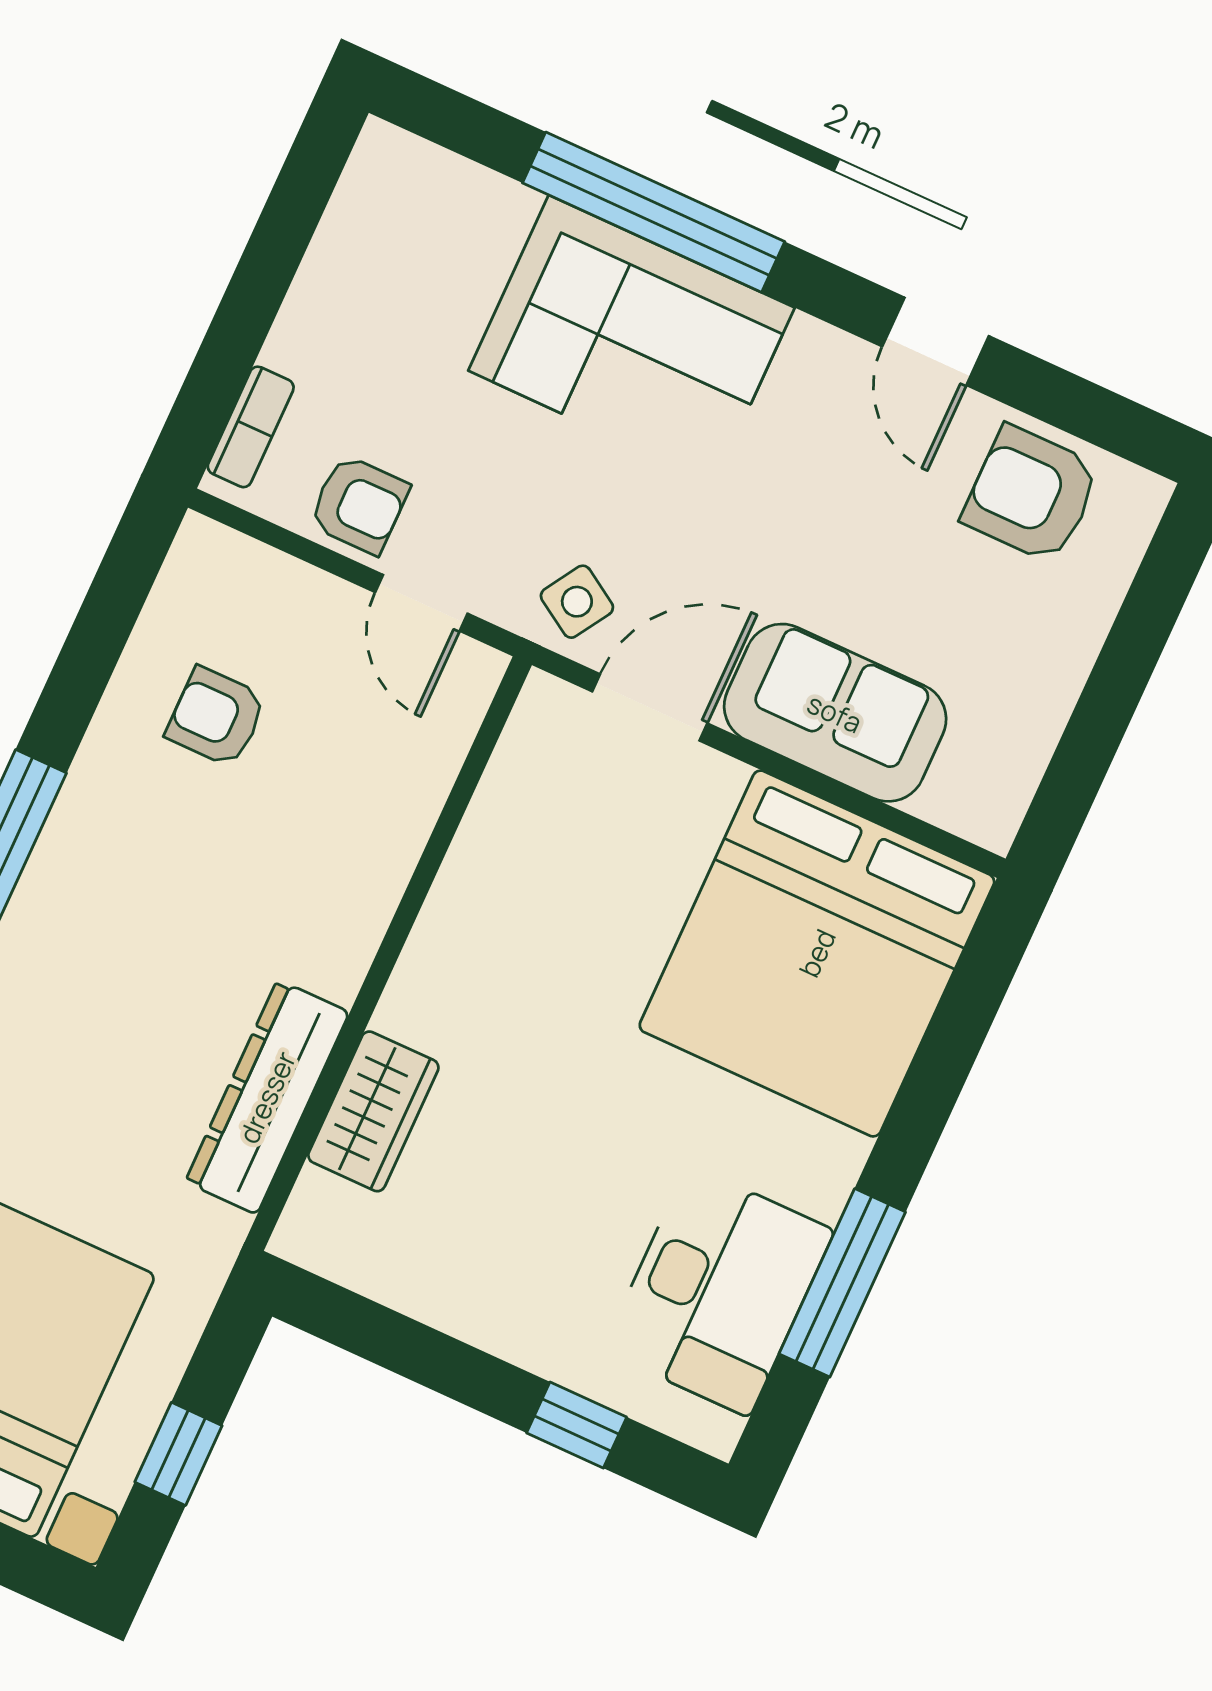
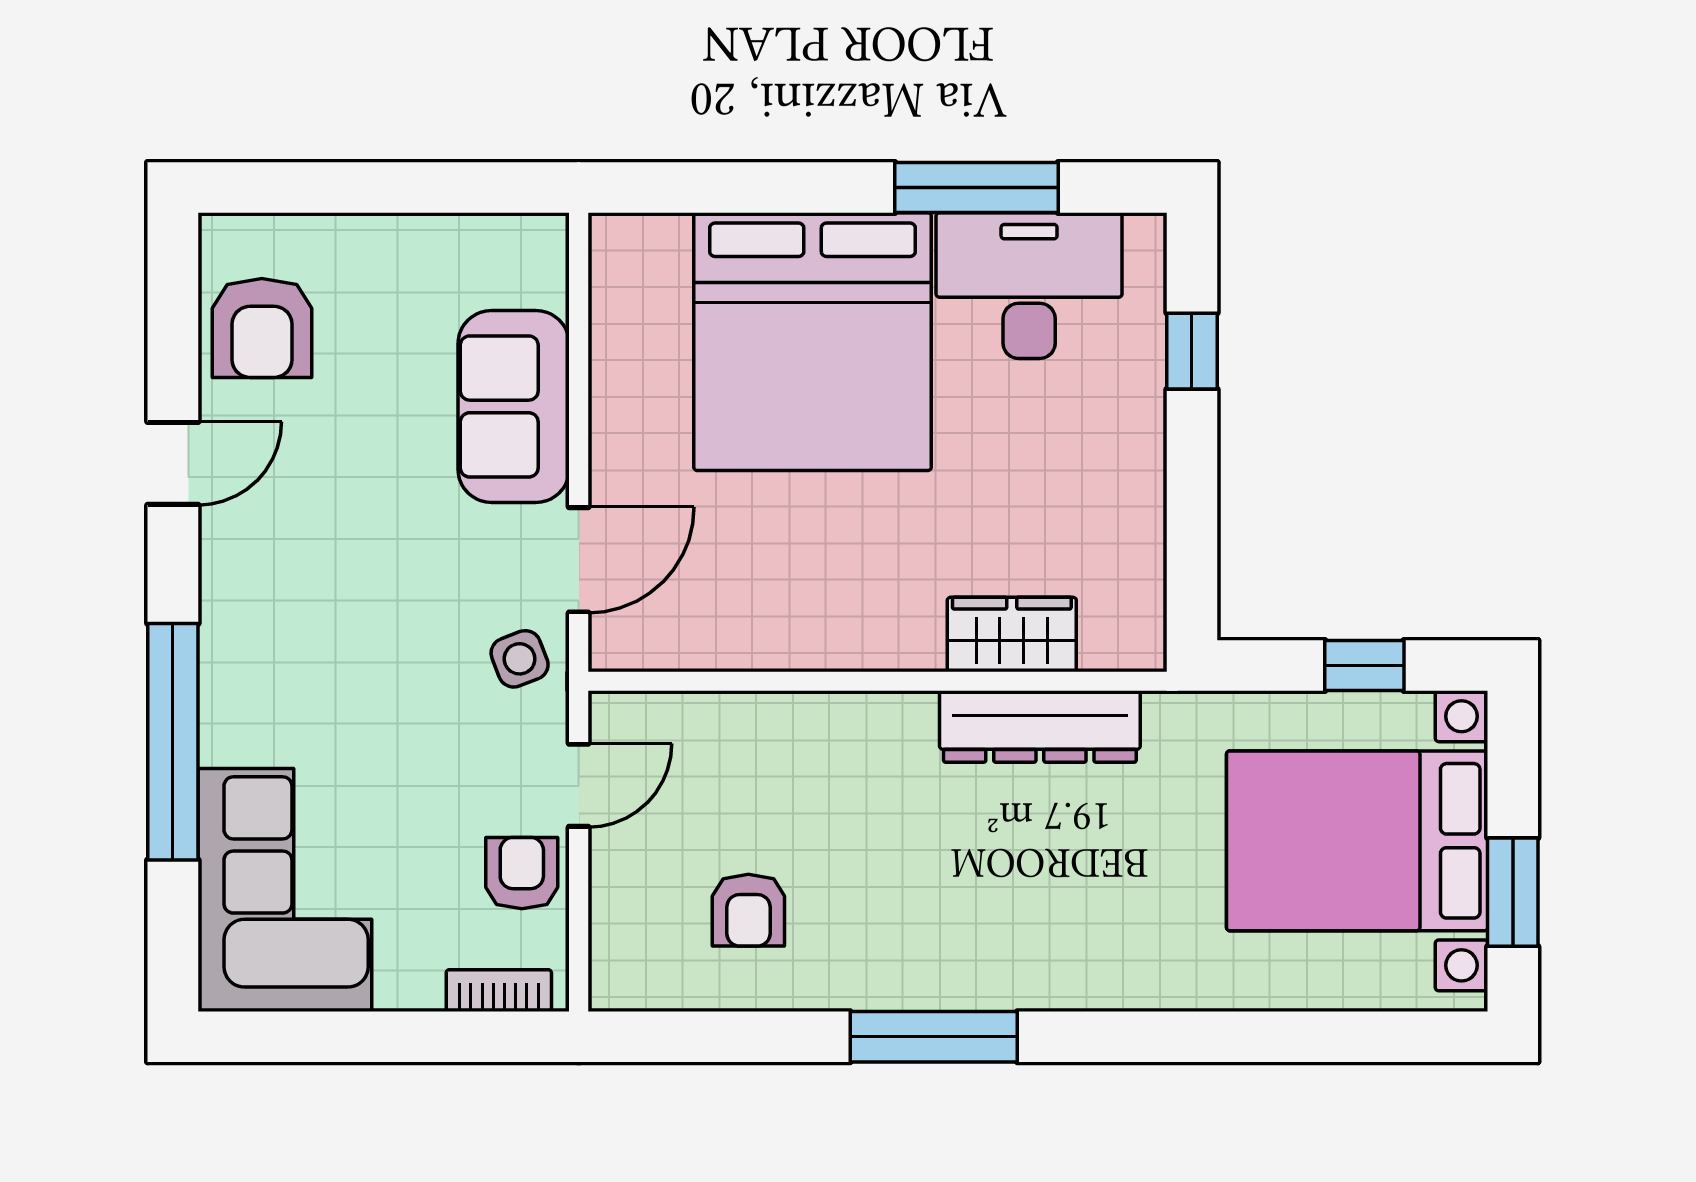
corner sofa: (631, 339) -> (285, 890), moved
side table: (577, 602) -> (520, 659), turned 37
door: (650, 707) -> (579, 560), swing flipped
bed: (817, 953) -> (813, 342), moved, turned 90

